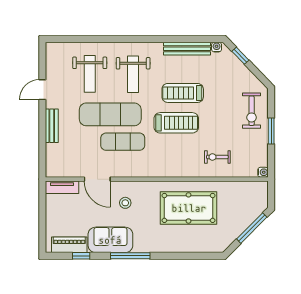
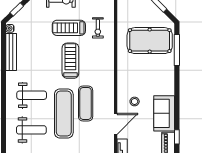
treadmill: (183, 93) -> (69, 28), moved, turned 90
pool table: (189, 208) -> (150, 41), moved, turned 90
window: (130, 256) -> (177, 50), moved

